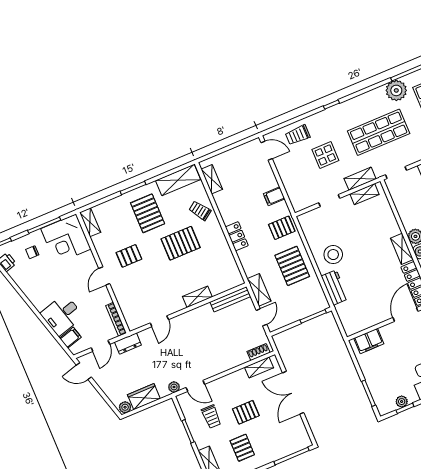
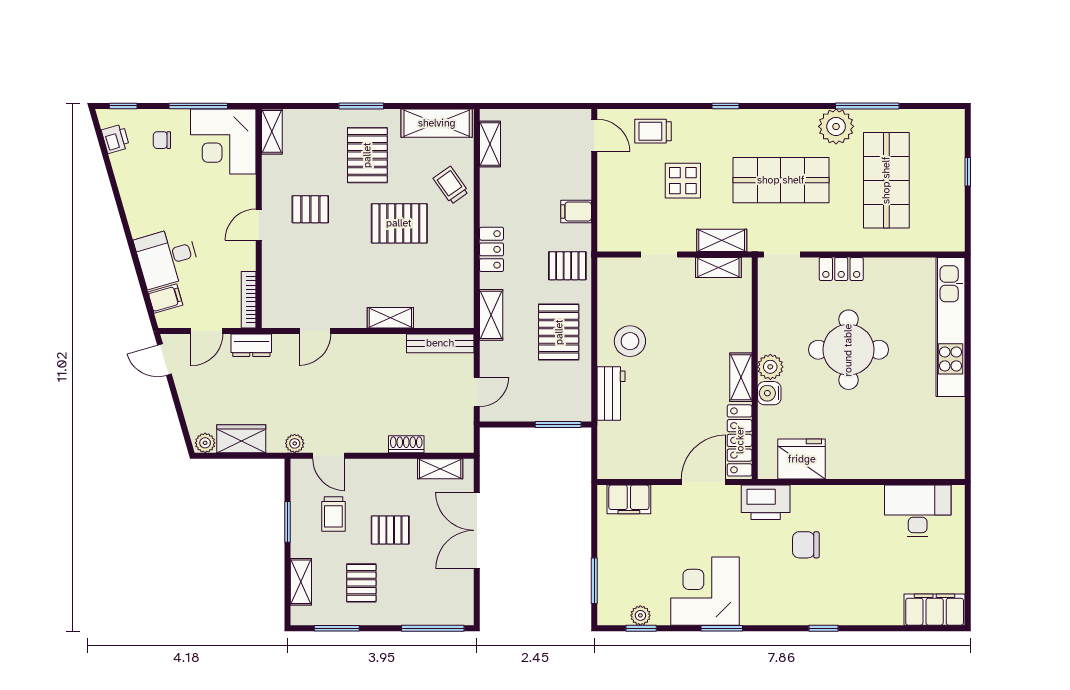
shelving: (259, 290) -> (491, 315), moved
shoe rack: (258, 352) -> (406, 444), moved

